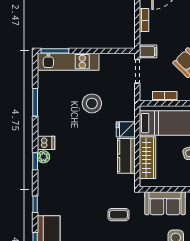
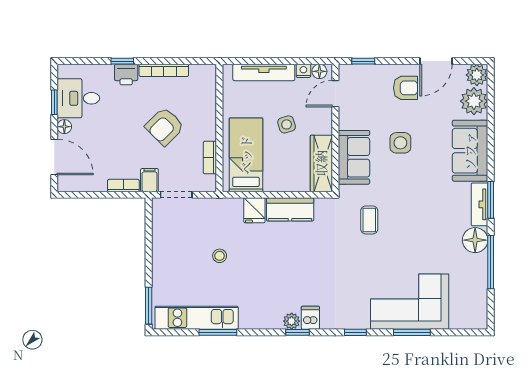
bookcase: (144, 20) -> (123, 186), moved
kitchen unit: (68, 62) -> (197, 318), moved, turned -90
stool: (92, 103) -> (220, 256), width x0.53, depth x0.53
dishwasher: (46, 143) -> (310, 318), moved
wardrobe: (148, 158) -> (321, 163), moved, turned -90

